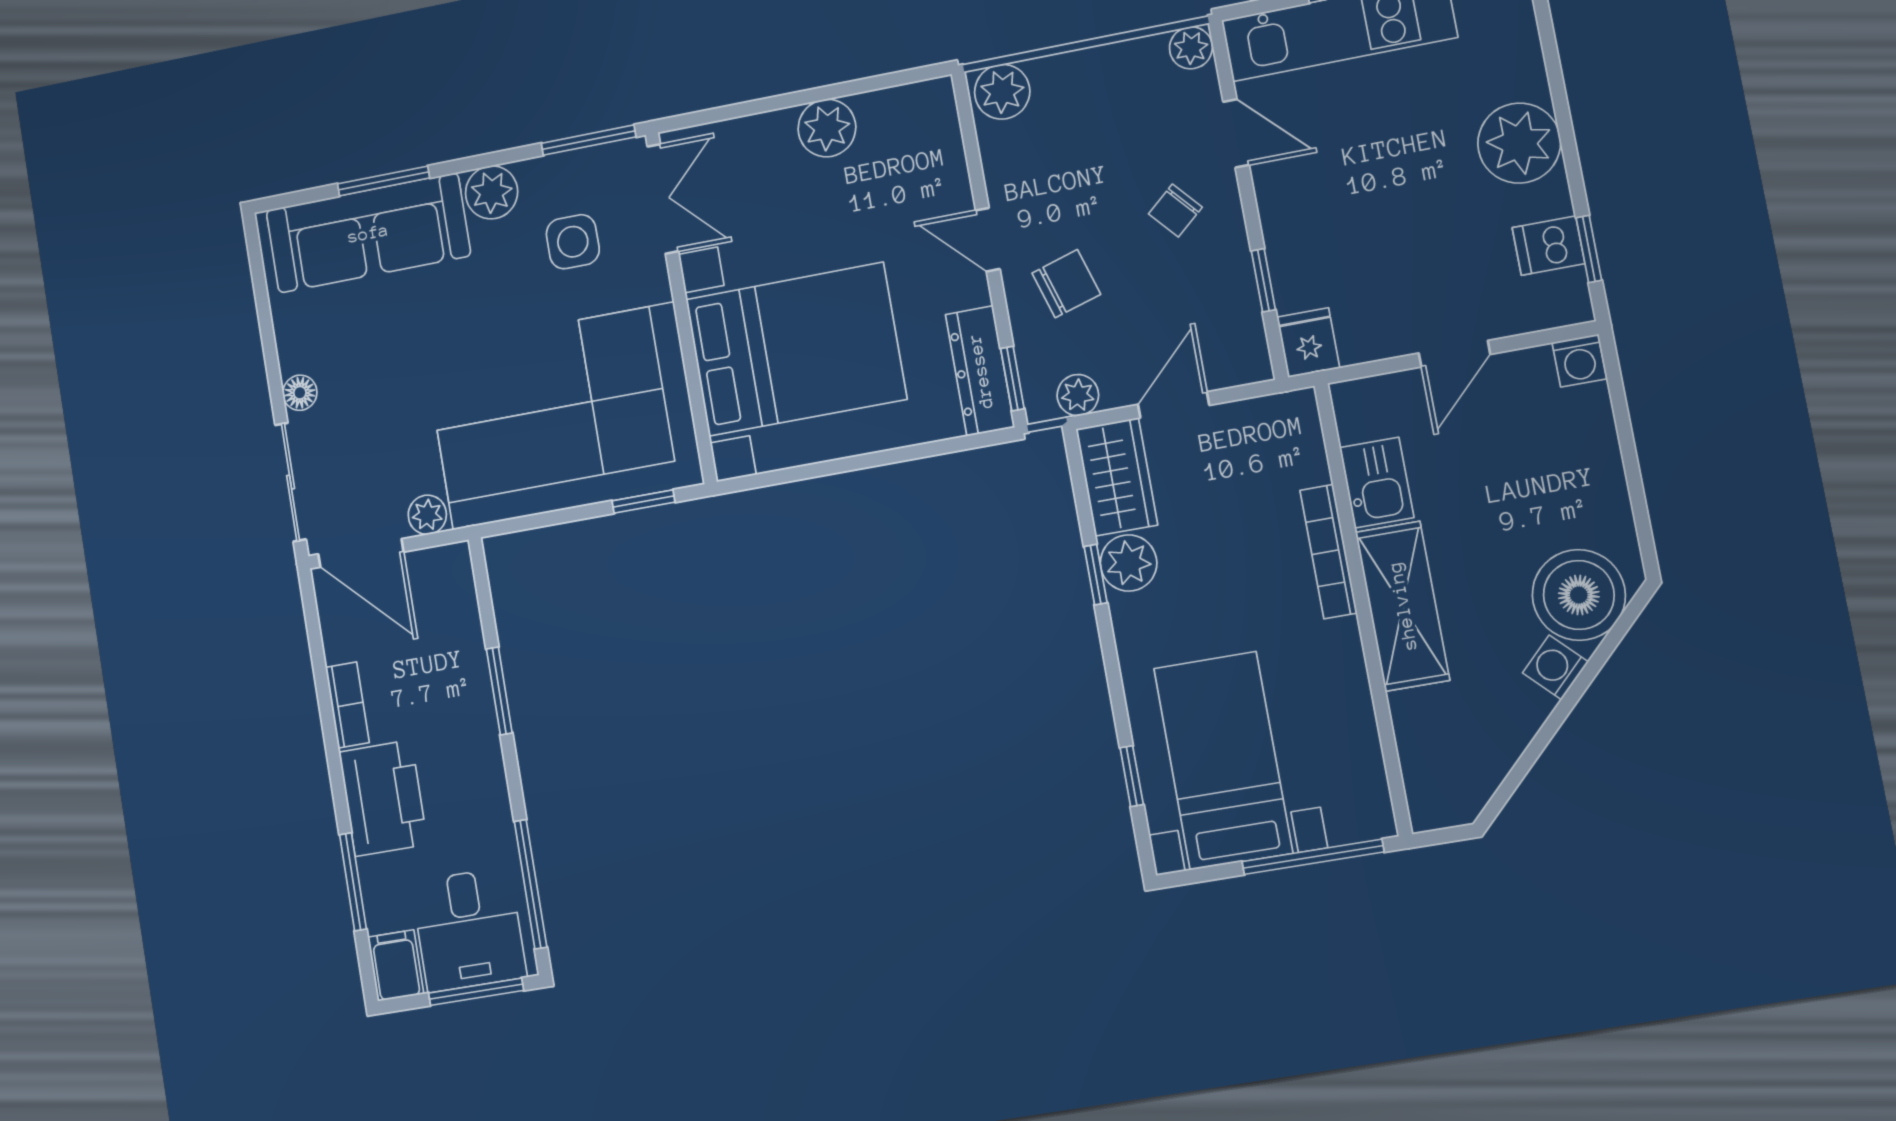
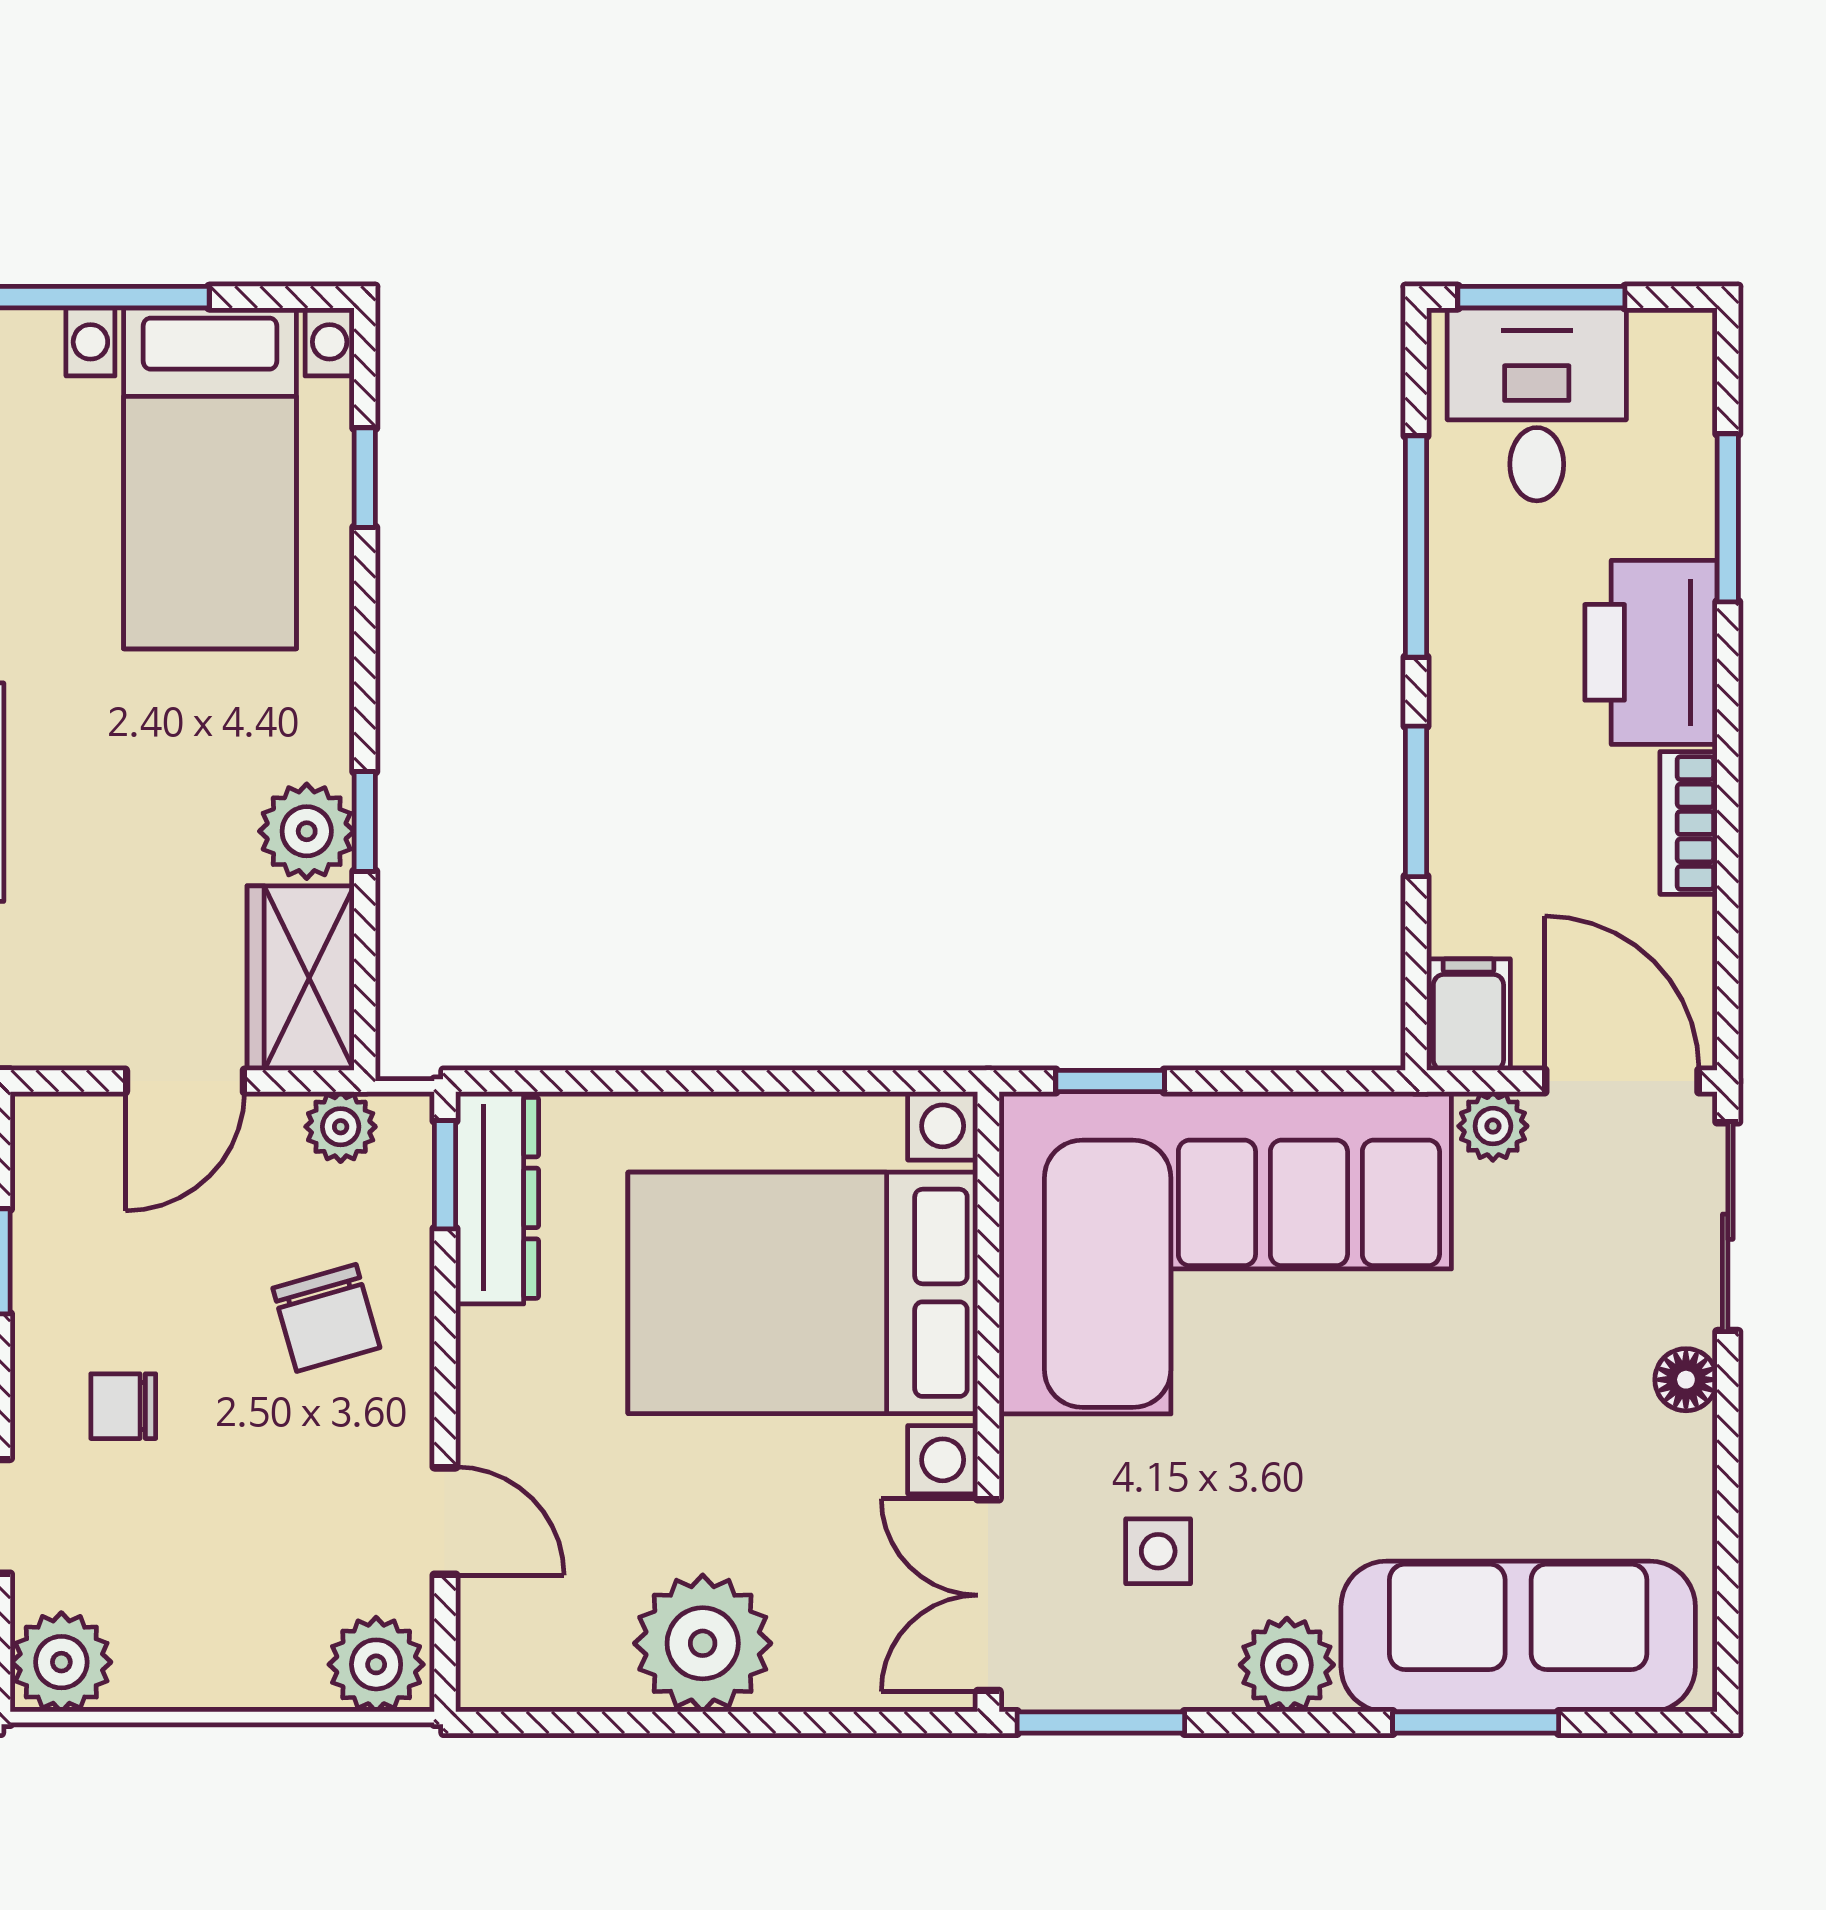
plant: (1191, 48) -> (61, 1662), width x1.38, depth x1.38
plant: (827, 128) -> (703, 1643), width x1.36, depth x1.36
chair: (1175, 211) -> (123, 1406), turned -139
door: (988, 240) -> (445, 1521), moved
side table: (573, 242) -> (1158, 1551), width x0.73, depth x0.73
chair: (1066, 284) -> (326, 1318), turned -89
window: (530, 884) -> (1416, 546), moved
filing cabinet: (396, 965) -> (1468, 1015), moved, turned 180

